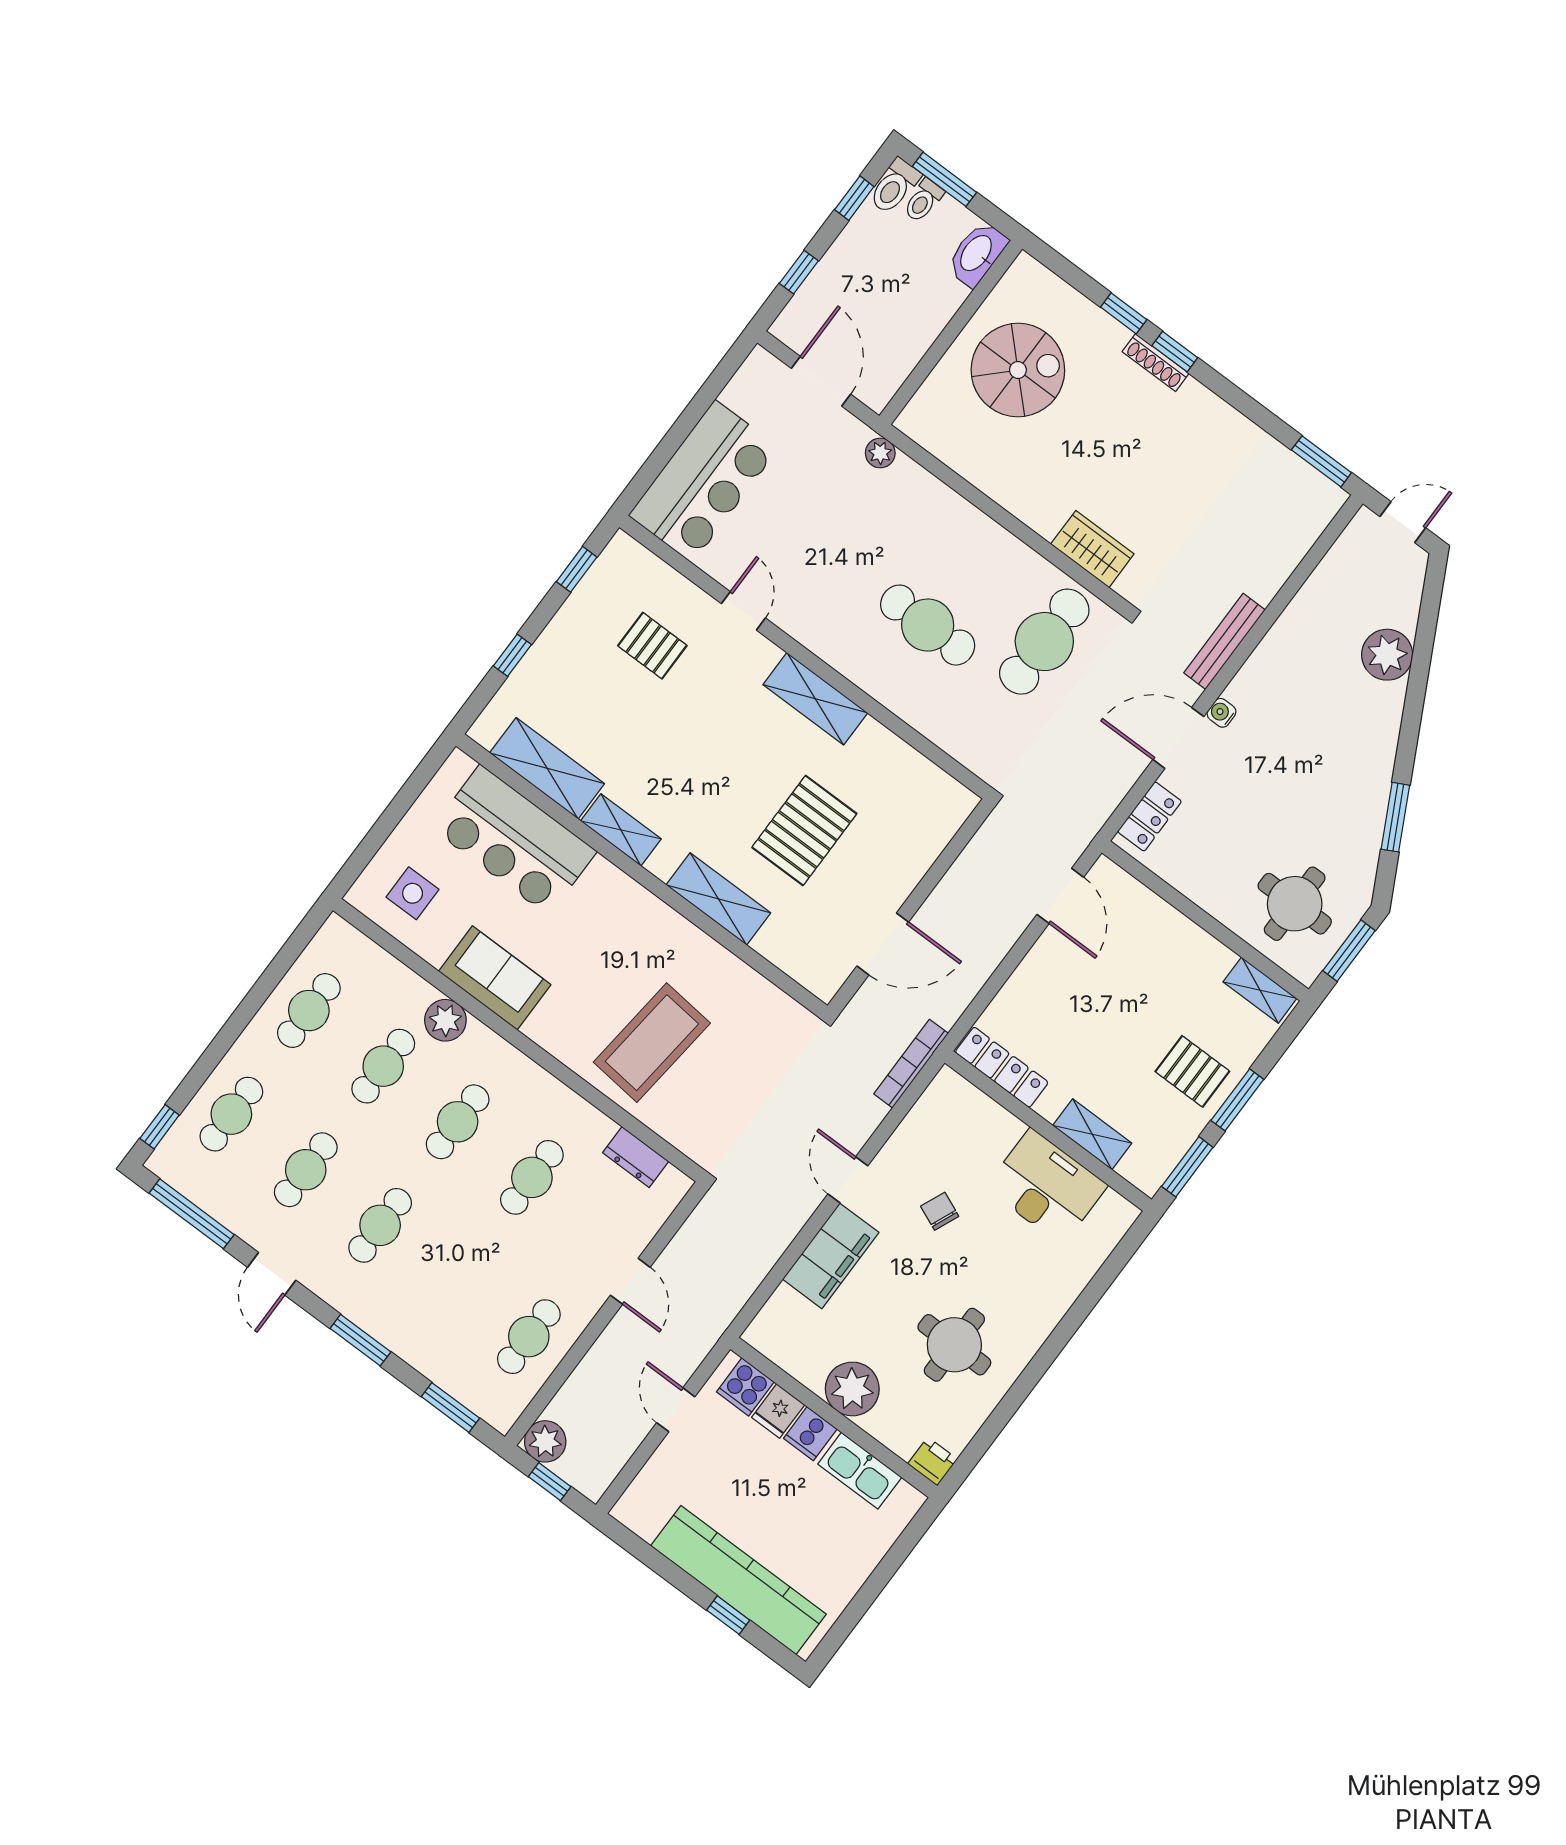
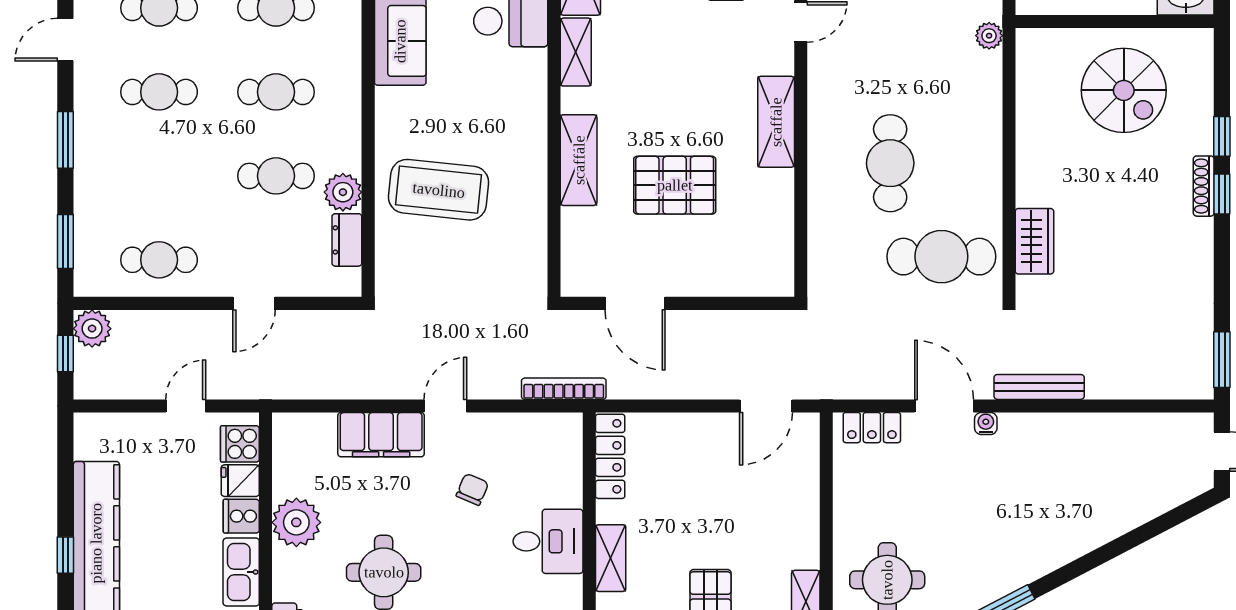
plant: (1387, 655) -> (1118, 512), removed
plant: (445, 1020) -> (343, 192), moved
desk: (1046, 1187) -> (548, 541), width x0.73

